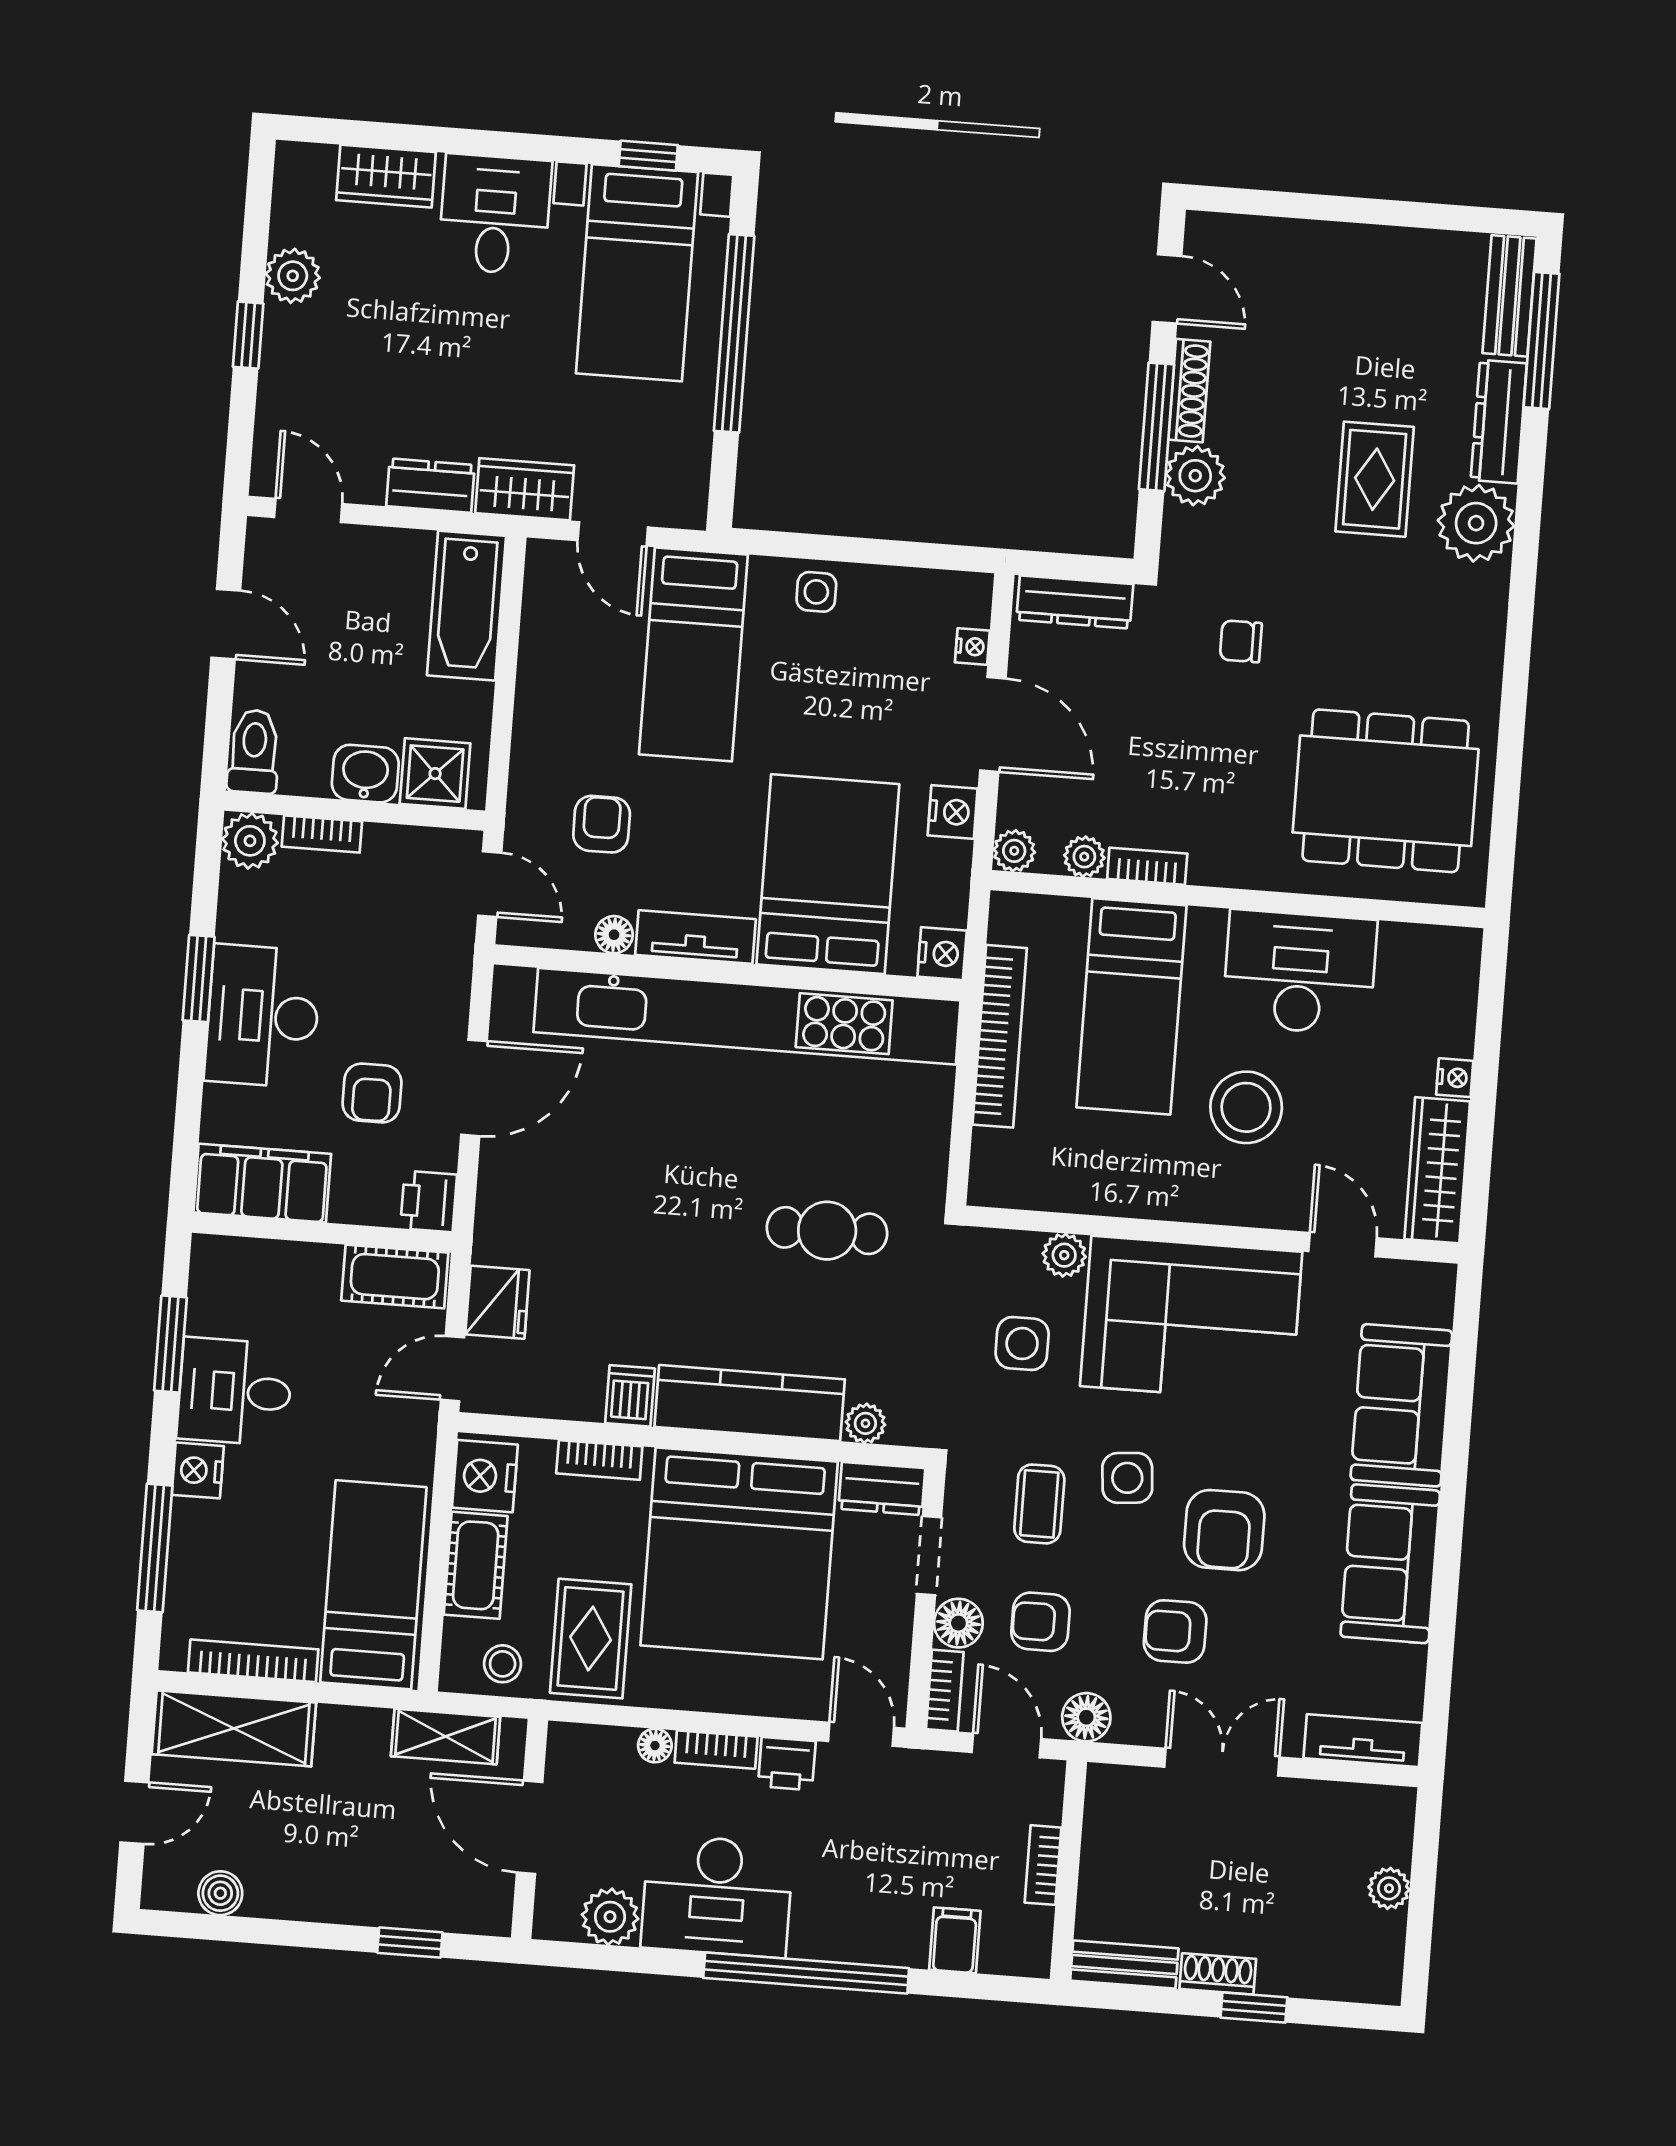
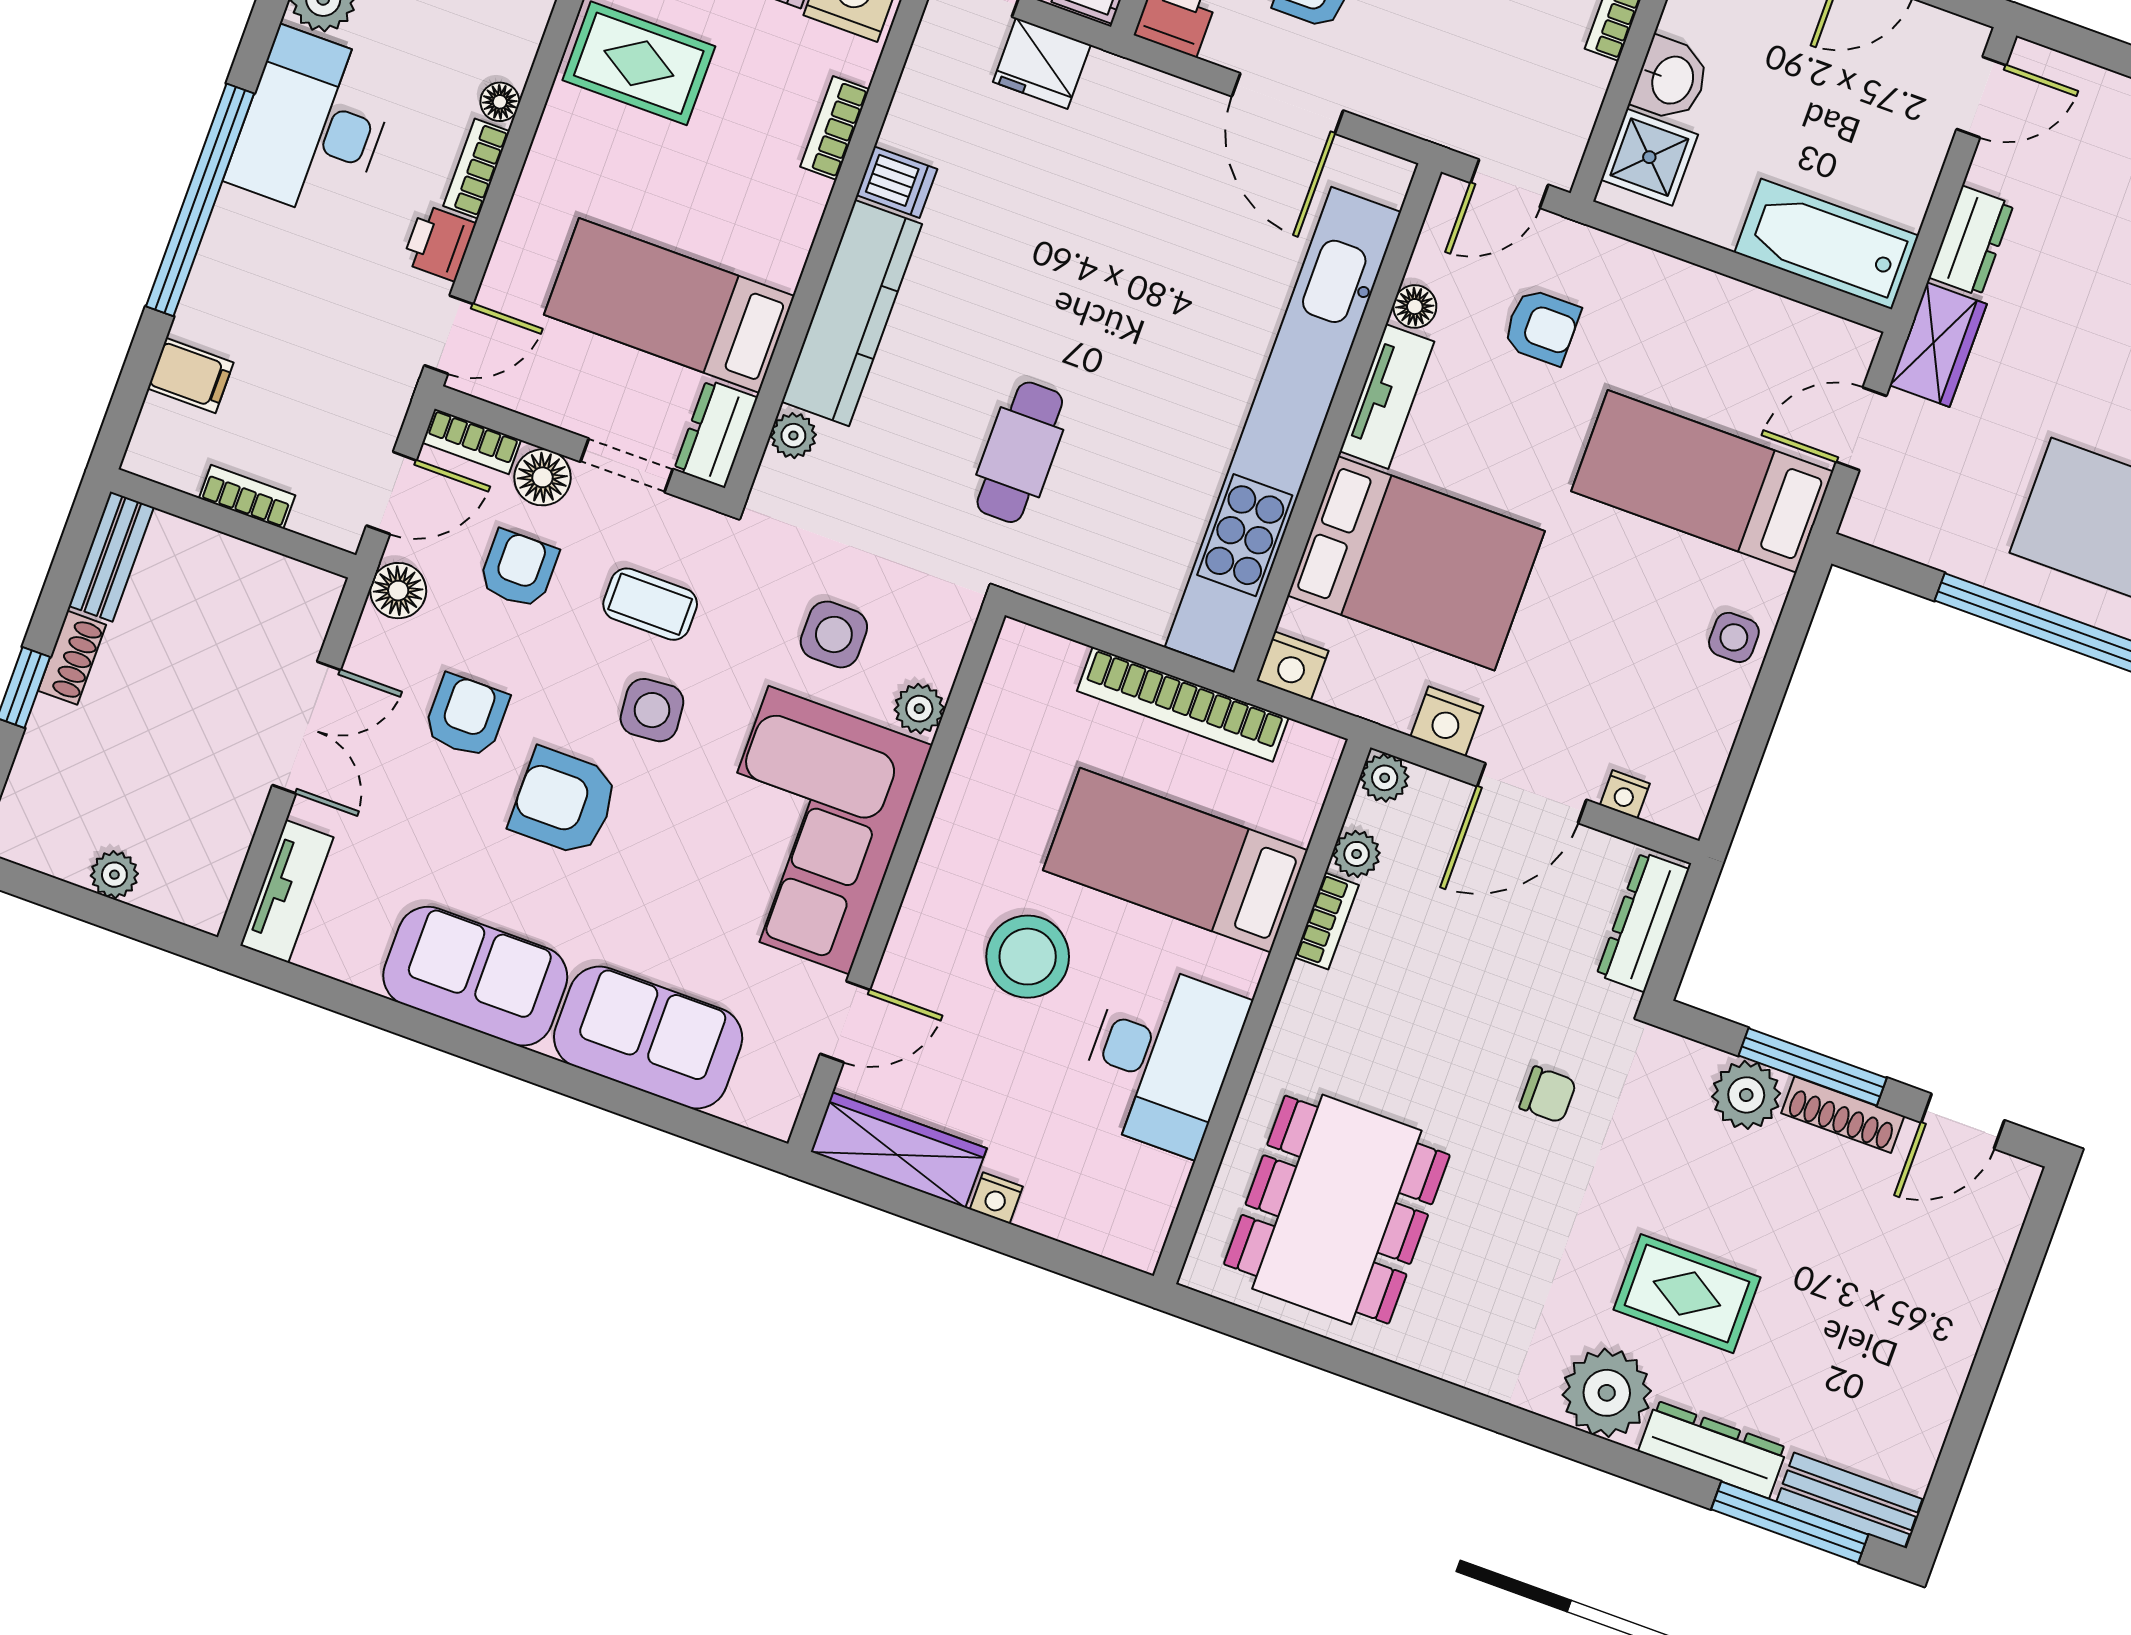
chair: (1241, 641) -> (1548, 1095), turned 90
bed: (739, 1553) -> (669, 305), width x0.49

